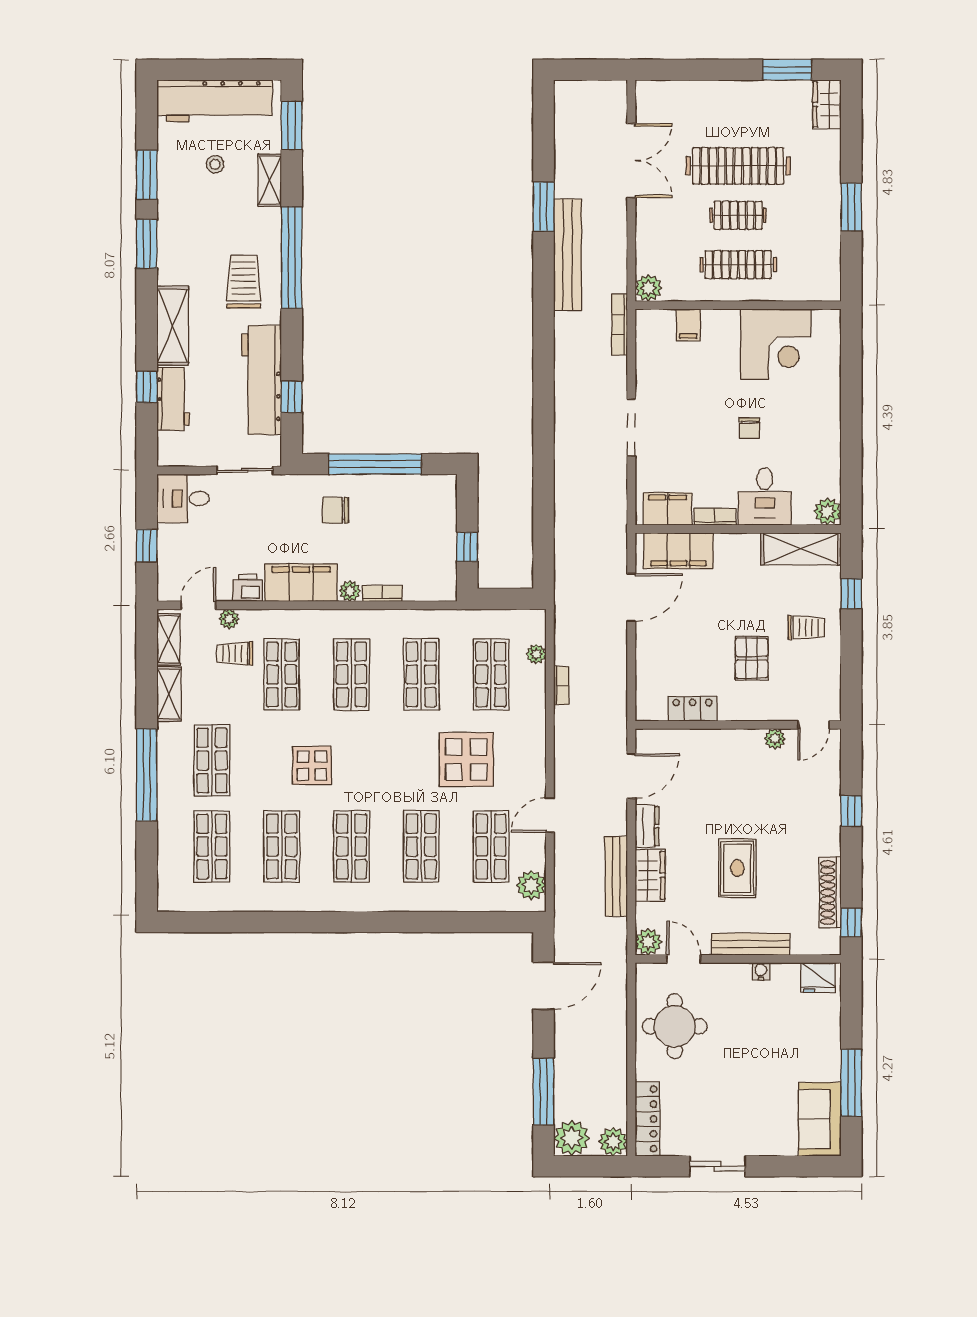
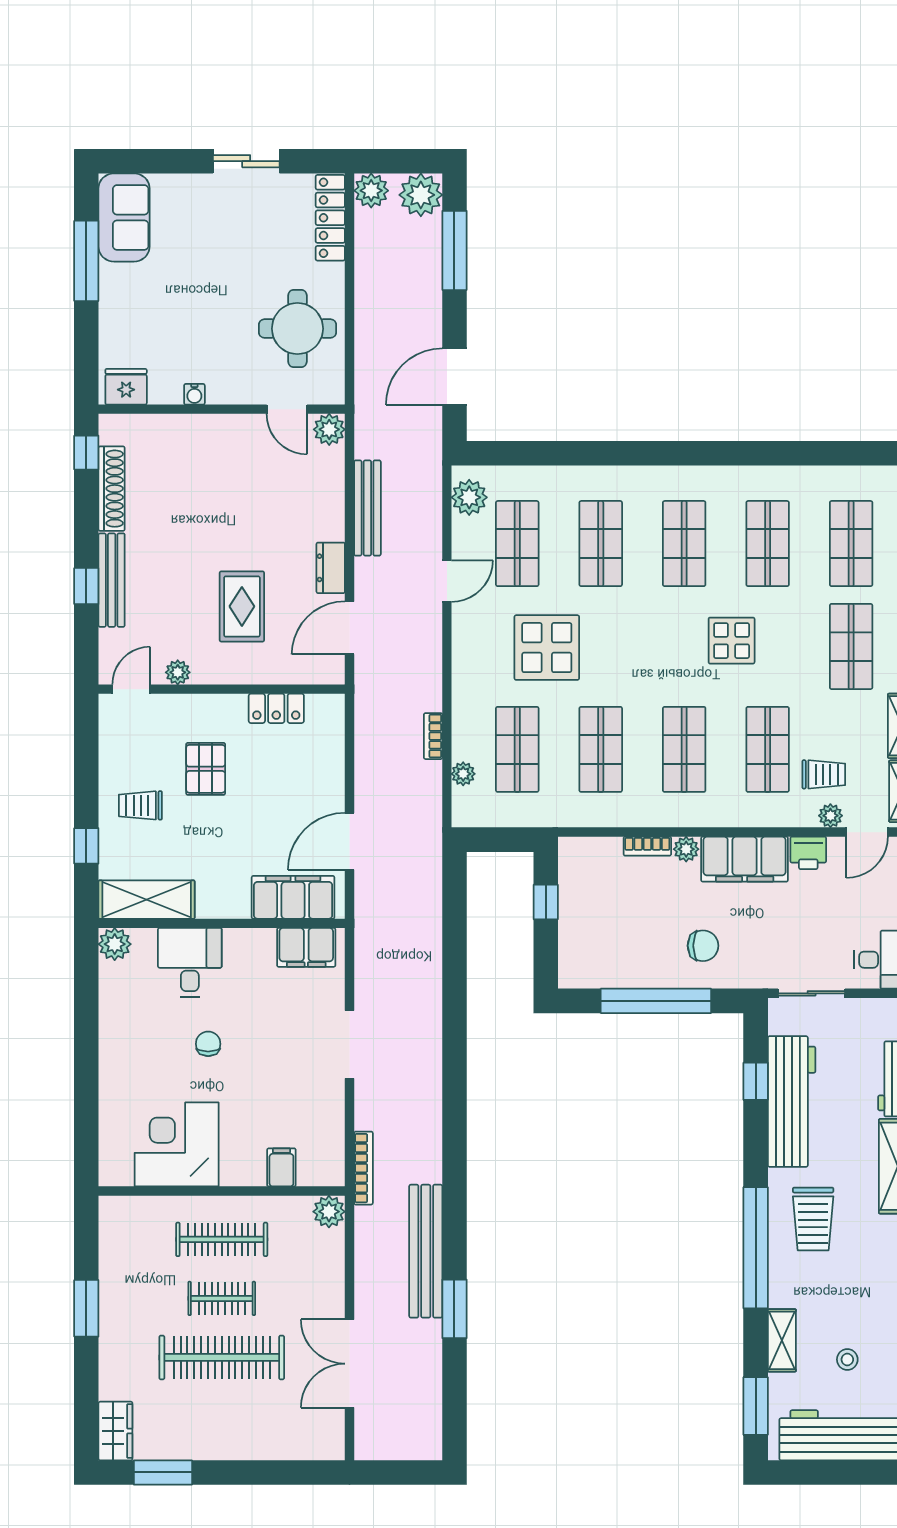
bookcase: (715, 517) -> (249, 938), removed
rug: (737, 868) -> (242, 606), moved
wardrobe: (650, 875) -> (327, 509), removed
bench: (751, 944) -> (112, 580), moved, turned 90

